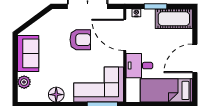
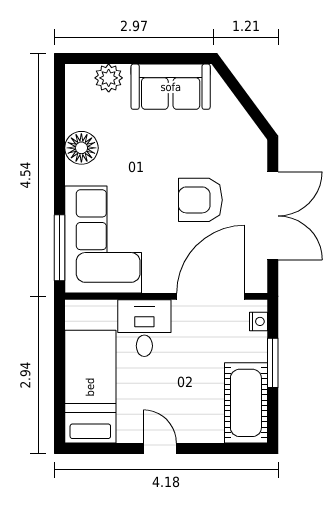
armchair: (80, 40) -> (200, 200), turned 90
door: (195, 58) -> (160, 449), width x0.53

